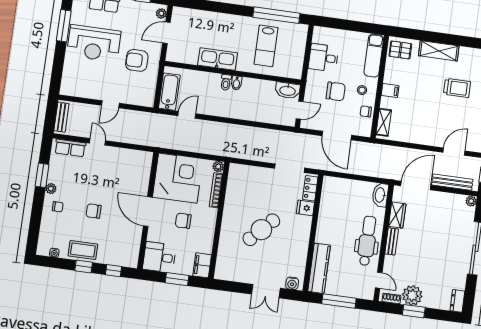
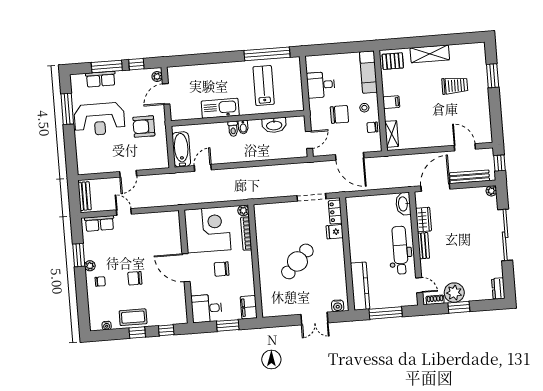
lab bench: (266, 46) -> (264, 86), turned 180
washbasin: (288, 90) -> (274, 125), moved
door: (454, 152) -> (465, 147), hinge flipped

